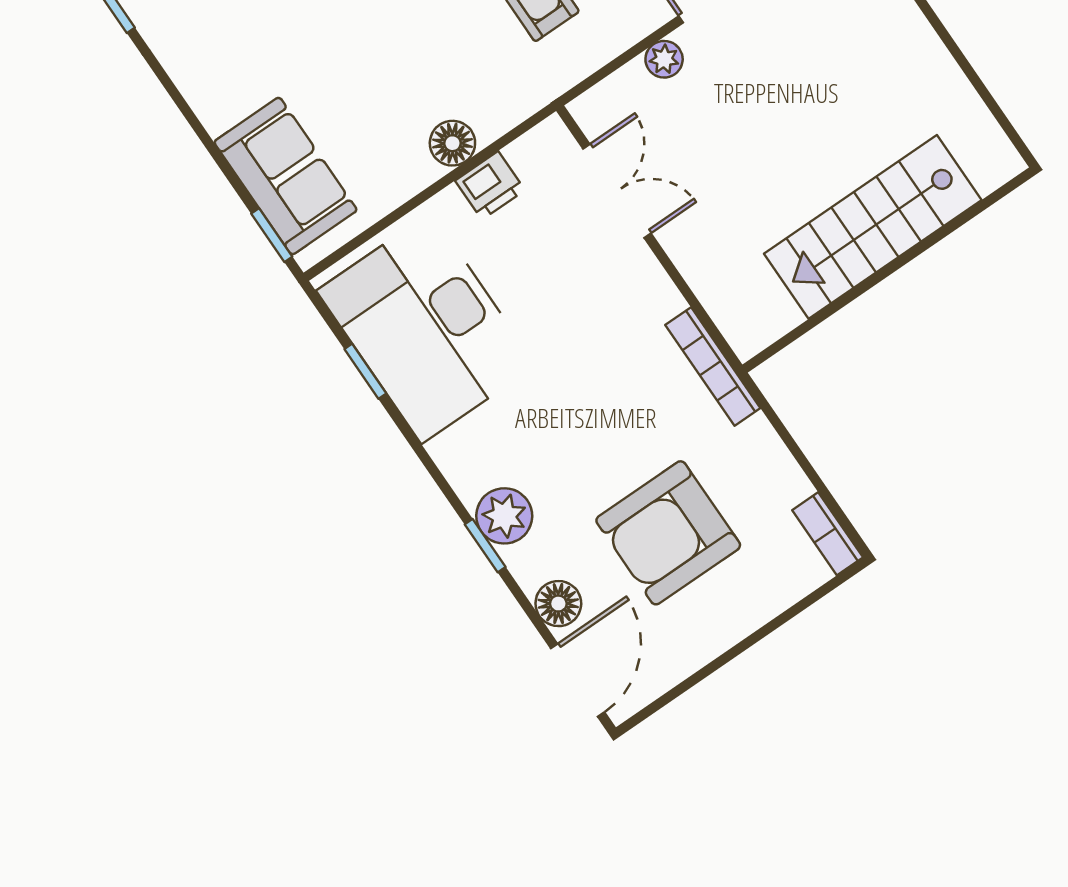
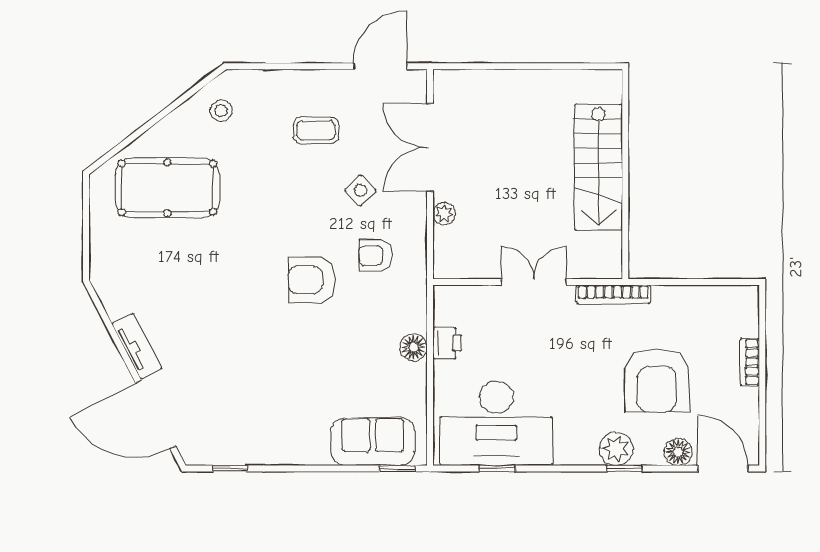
double door: (617, 191) -> (534, 282), moved
armchair: (668, 533) -> (657, 380), moved
bookcase: (828, 534) -> (750, 362), moved, turned 90

